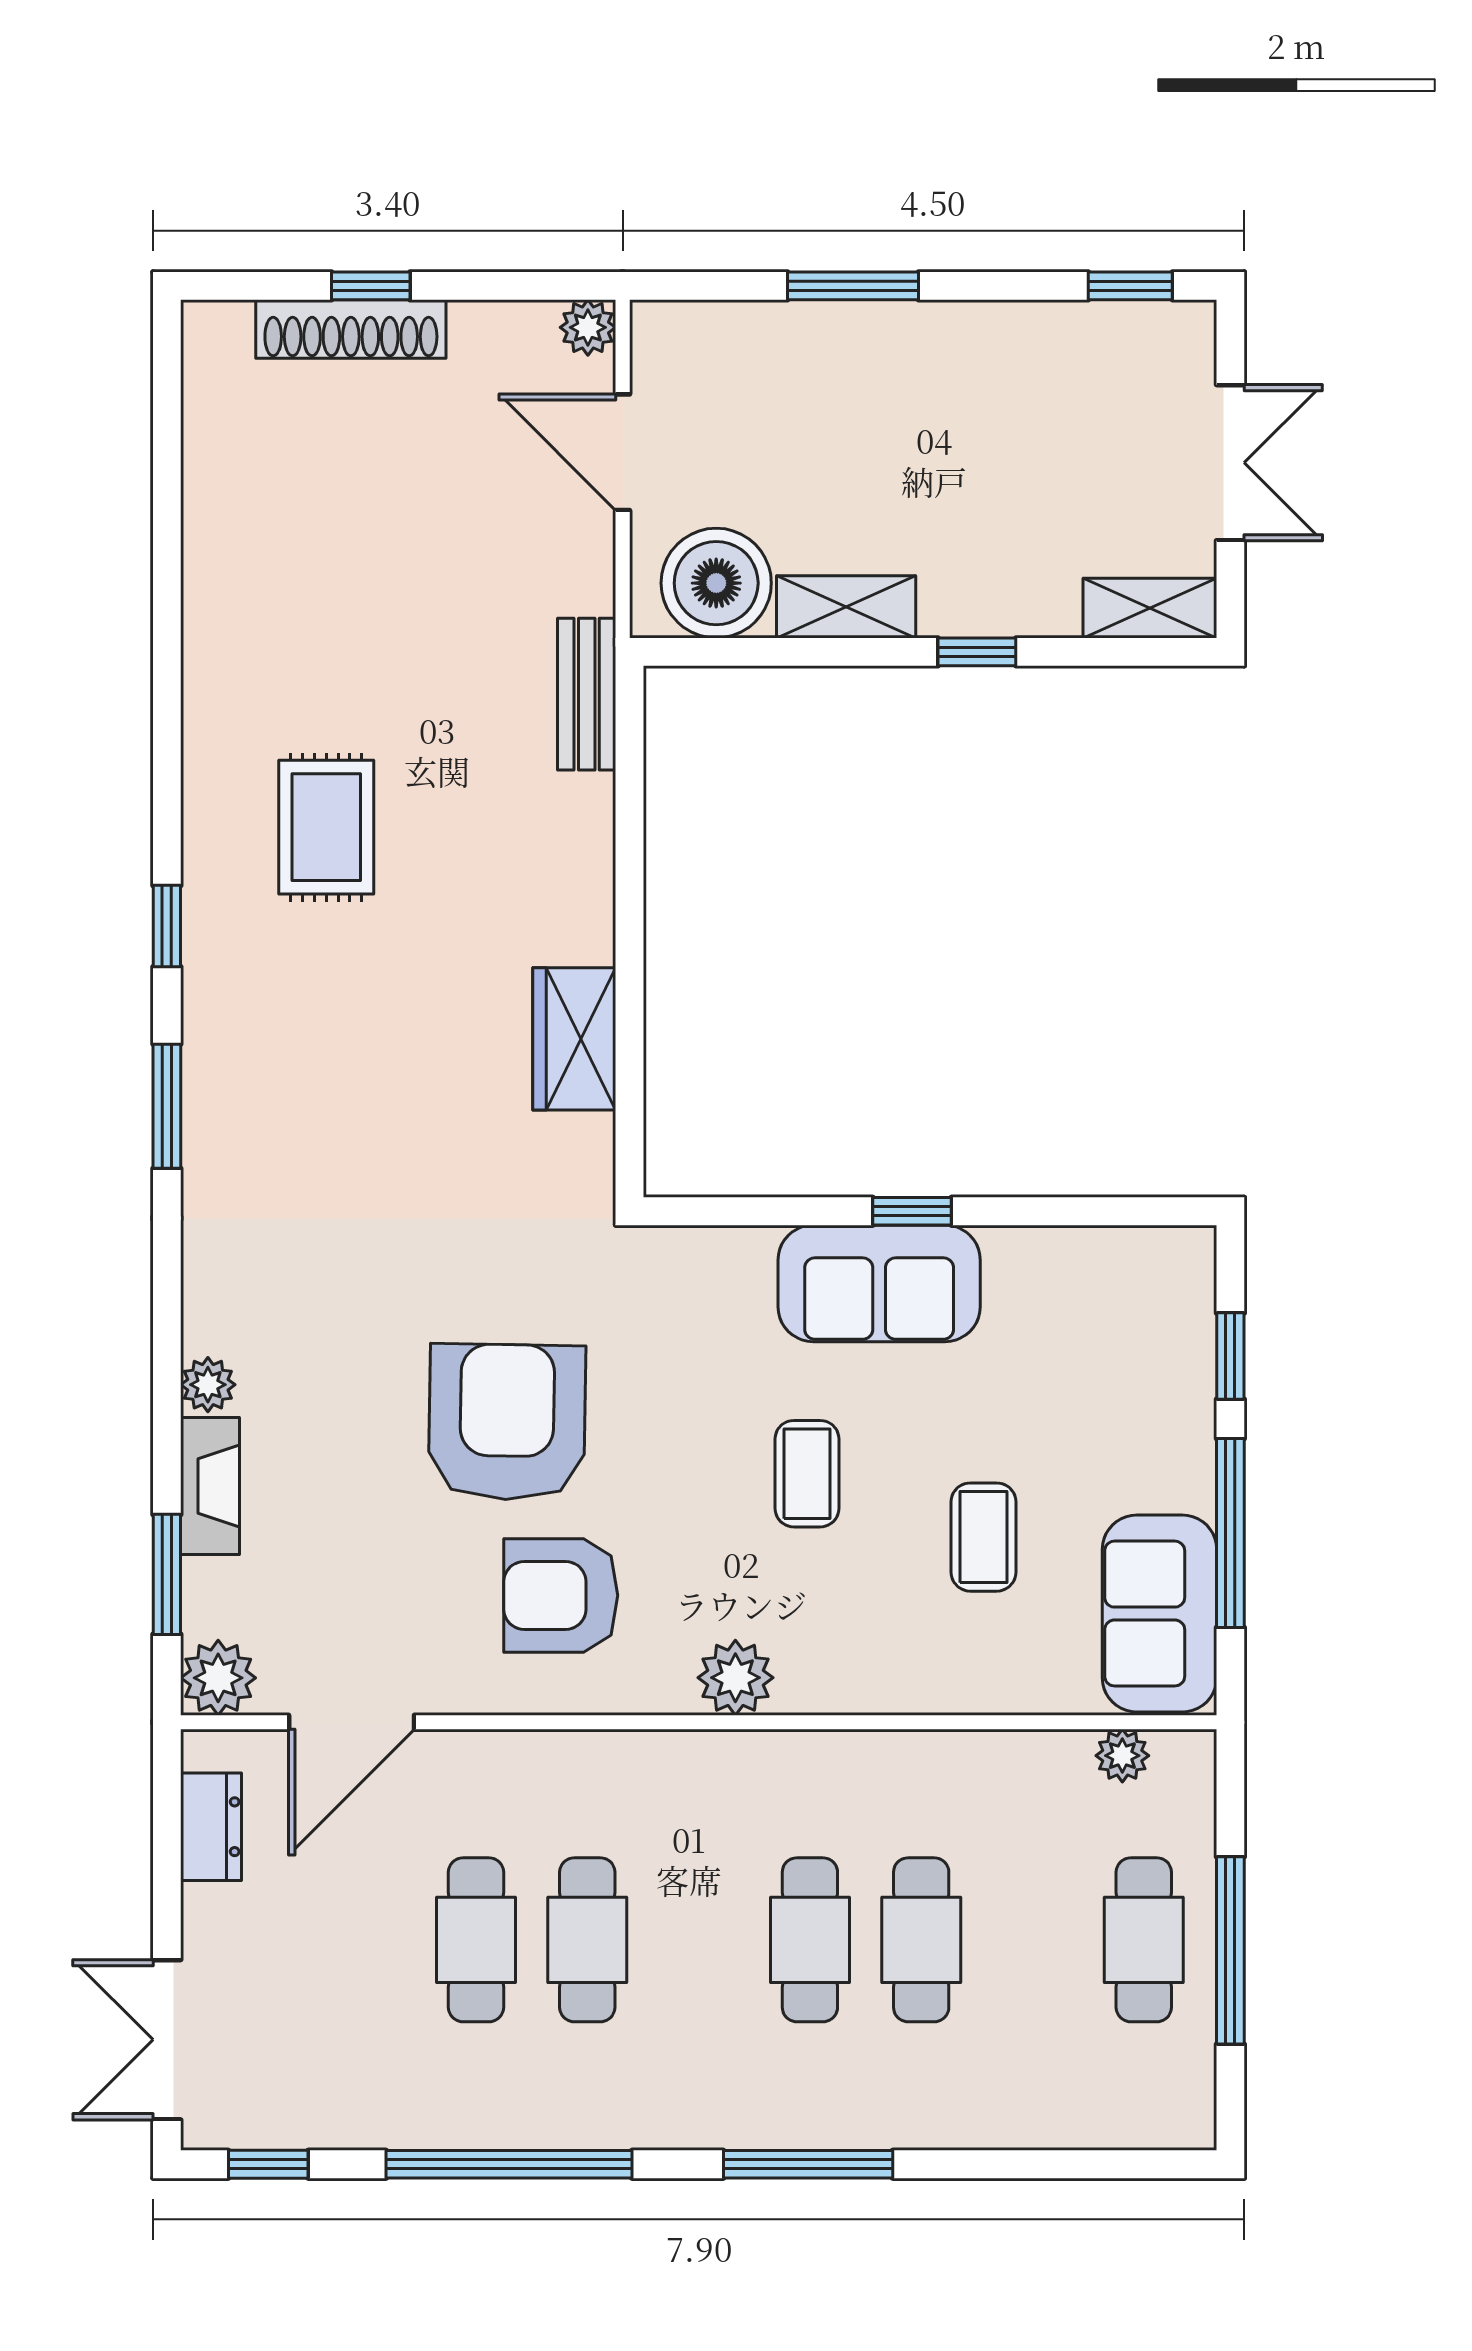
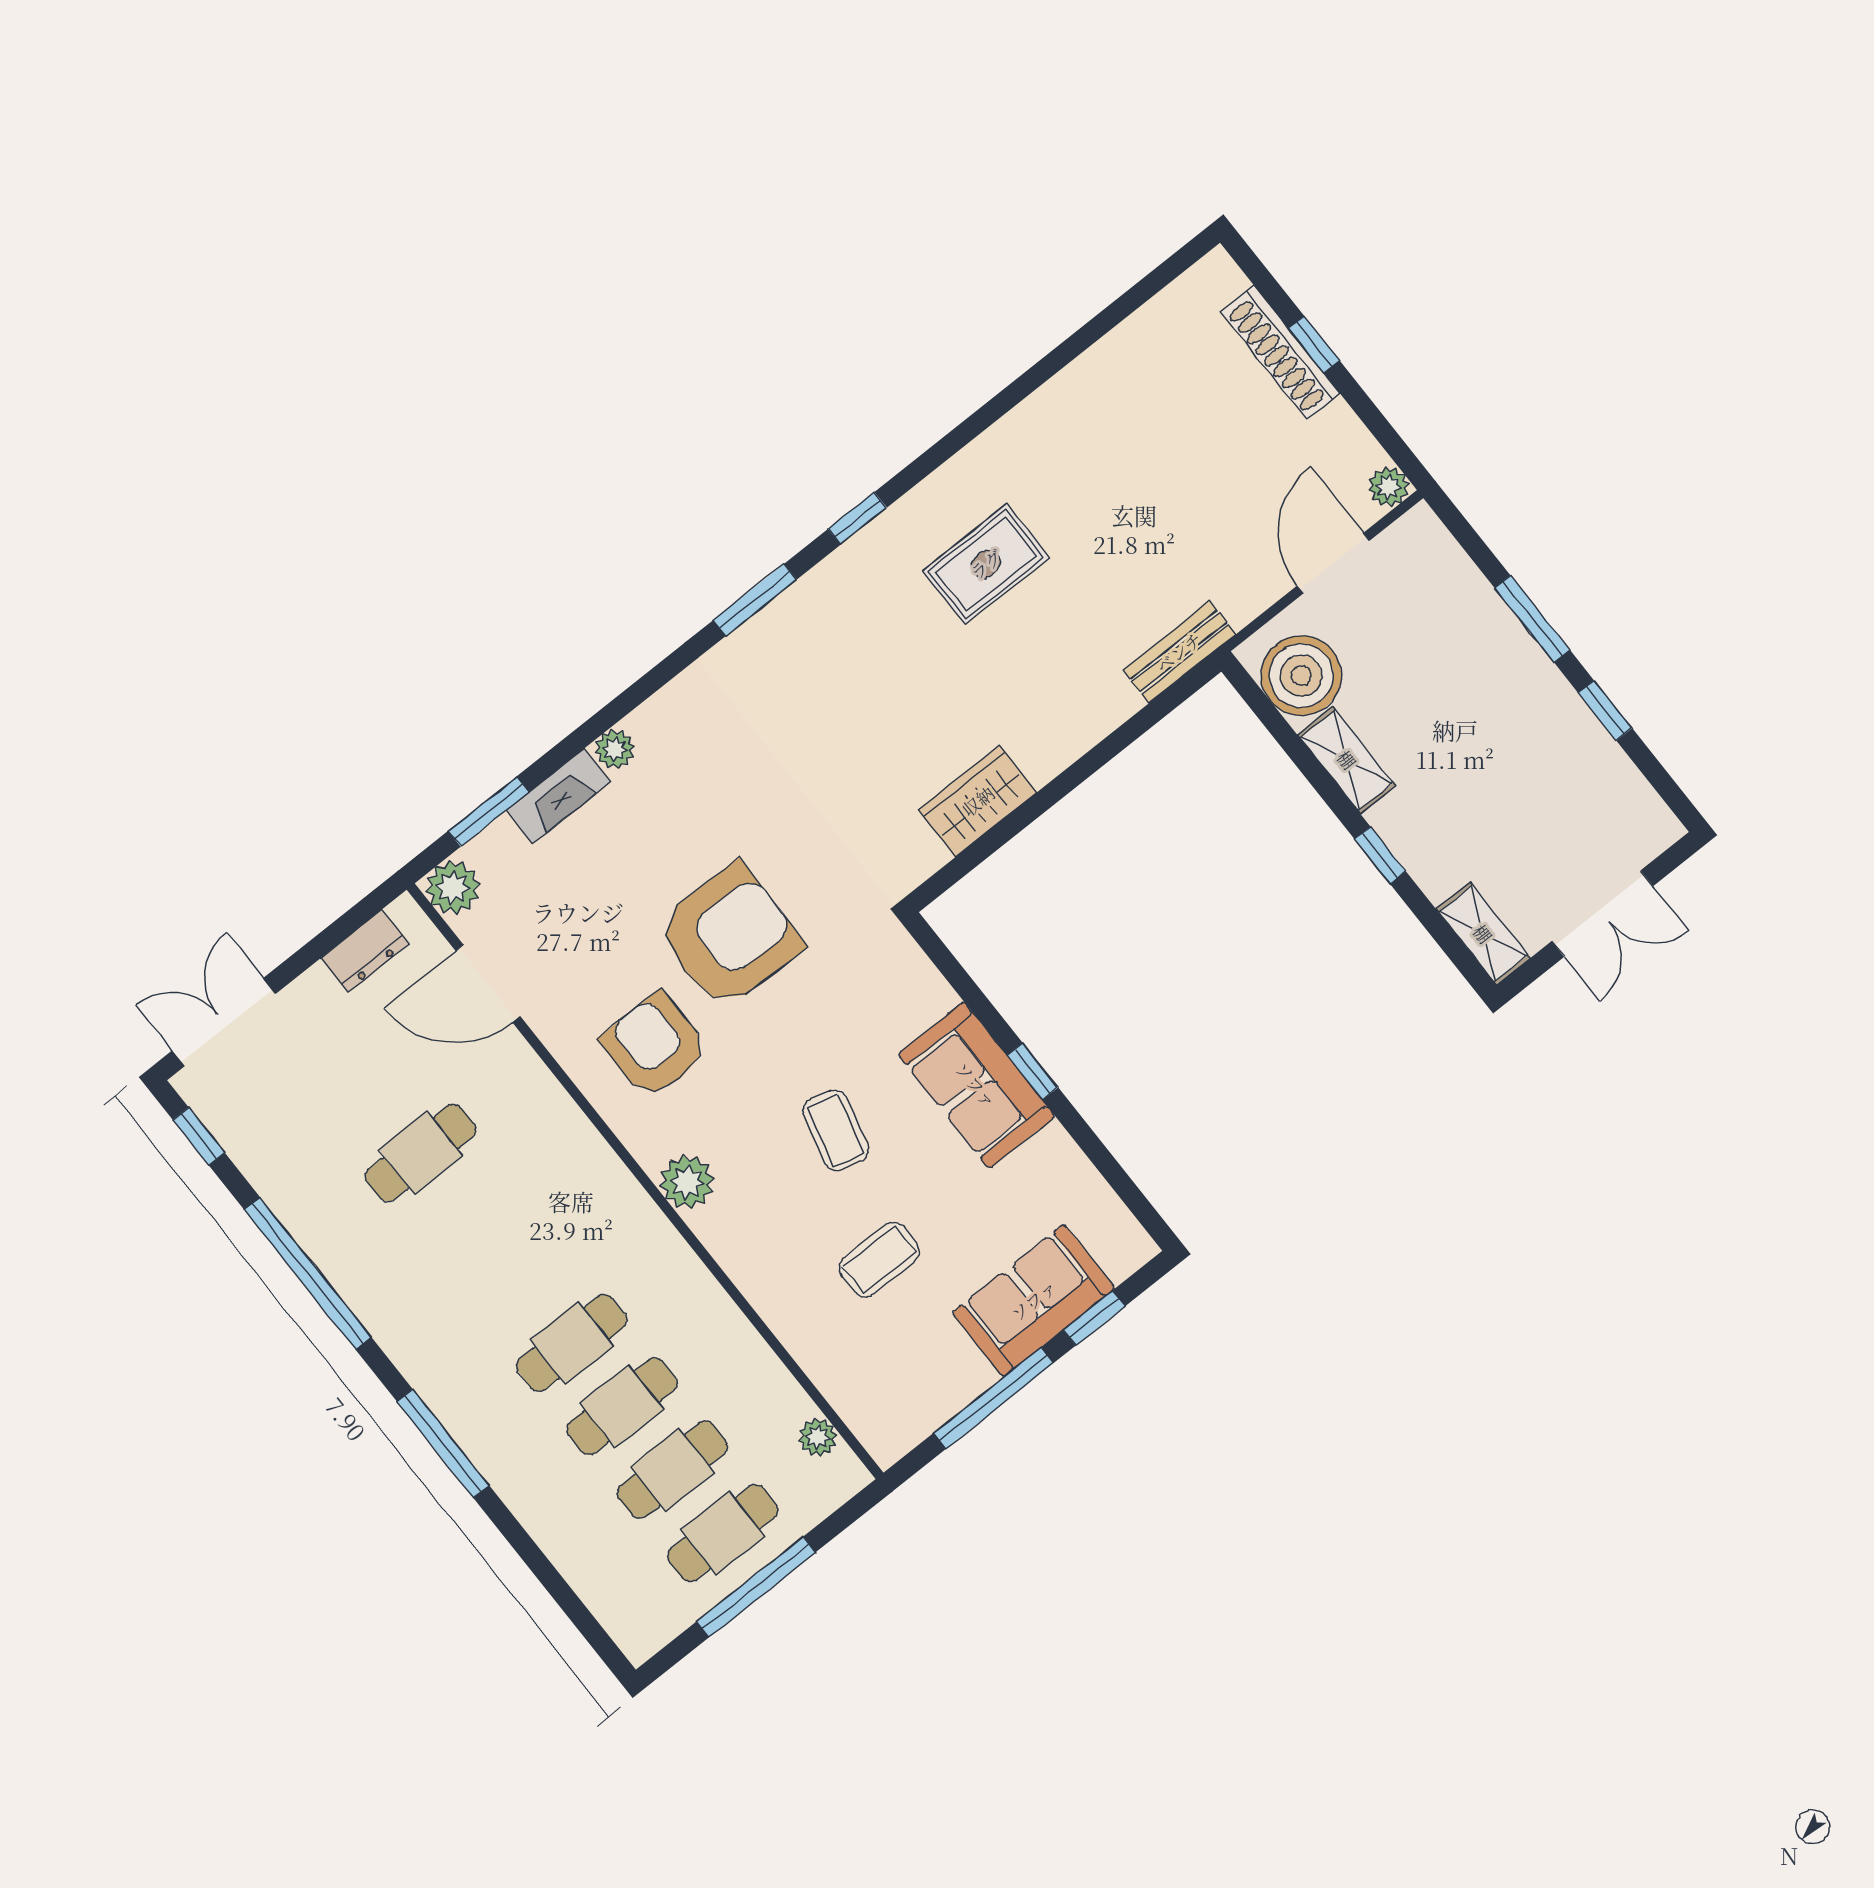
window: (1130, 286) -> (1605, 711), moved
coffee table: (807, 1474) -> (836, 1130), turned -75
sofa: (1160, 1614) -> (1034, 1300), moved
cafe table: (587, 1940) -> (672, 1470), moved

